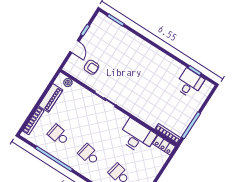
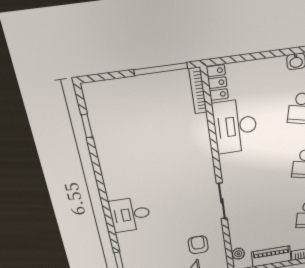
desk: (190, 83) -> (130, 214), moved

